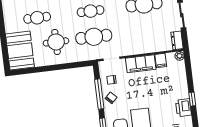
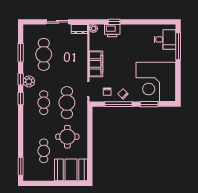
filing cabinet: (161, 60) -> (95, 46), removed
window: (192, 99) -> (114, 22), moved
printer: (183, 108) -> (112, 31), moved

